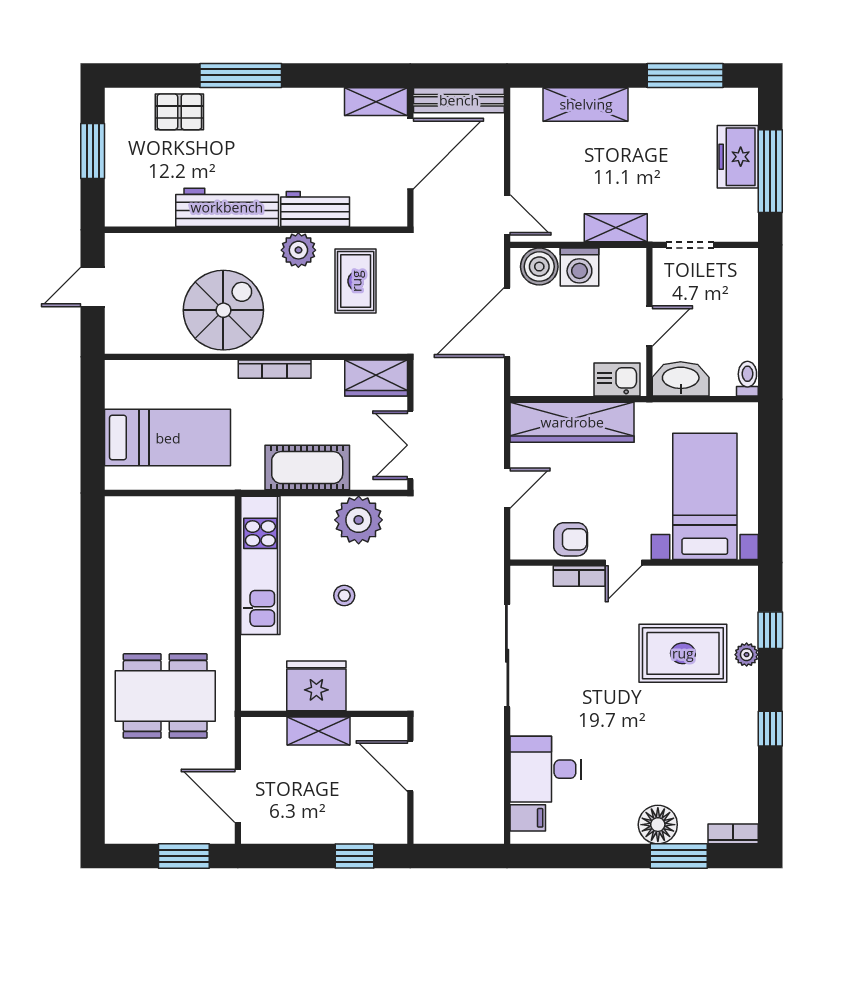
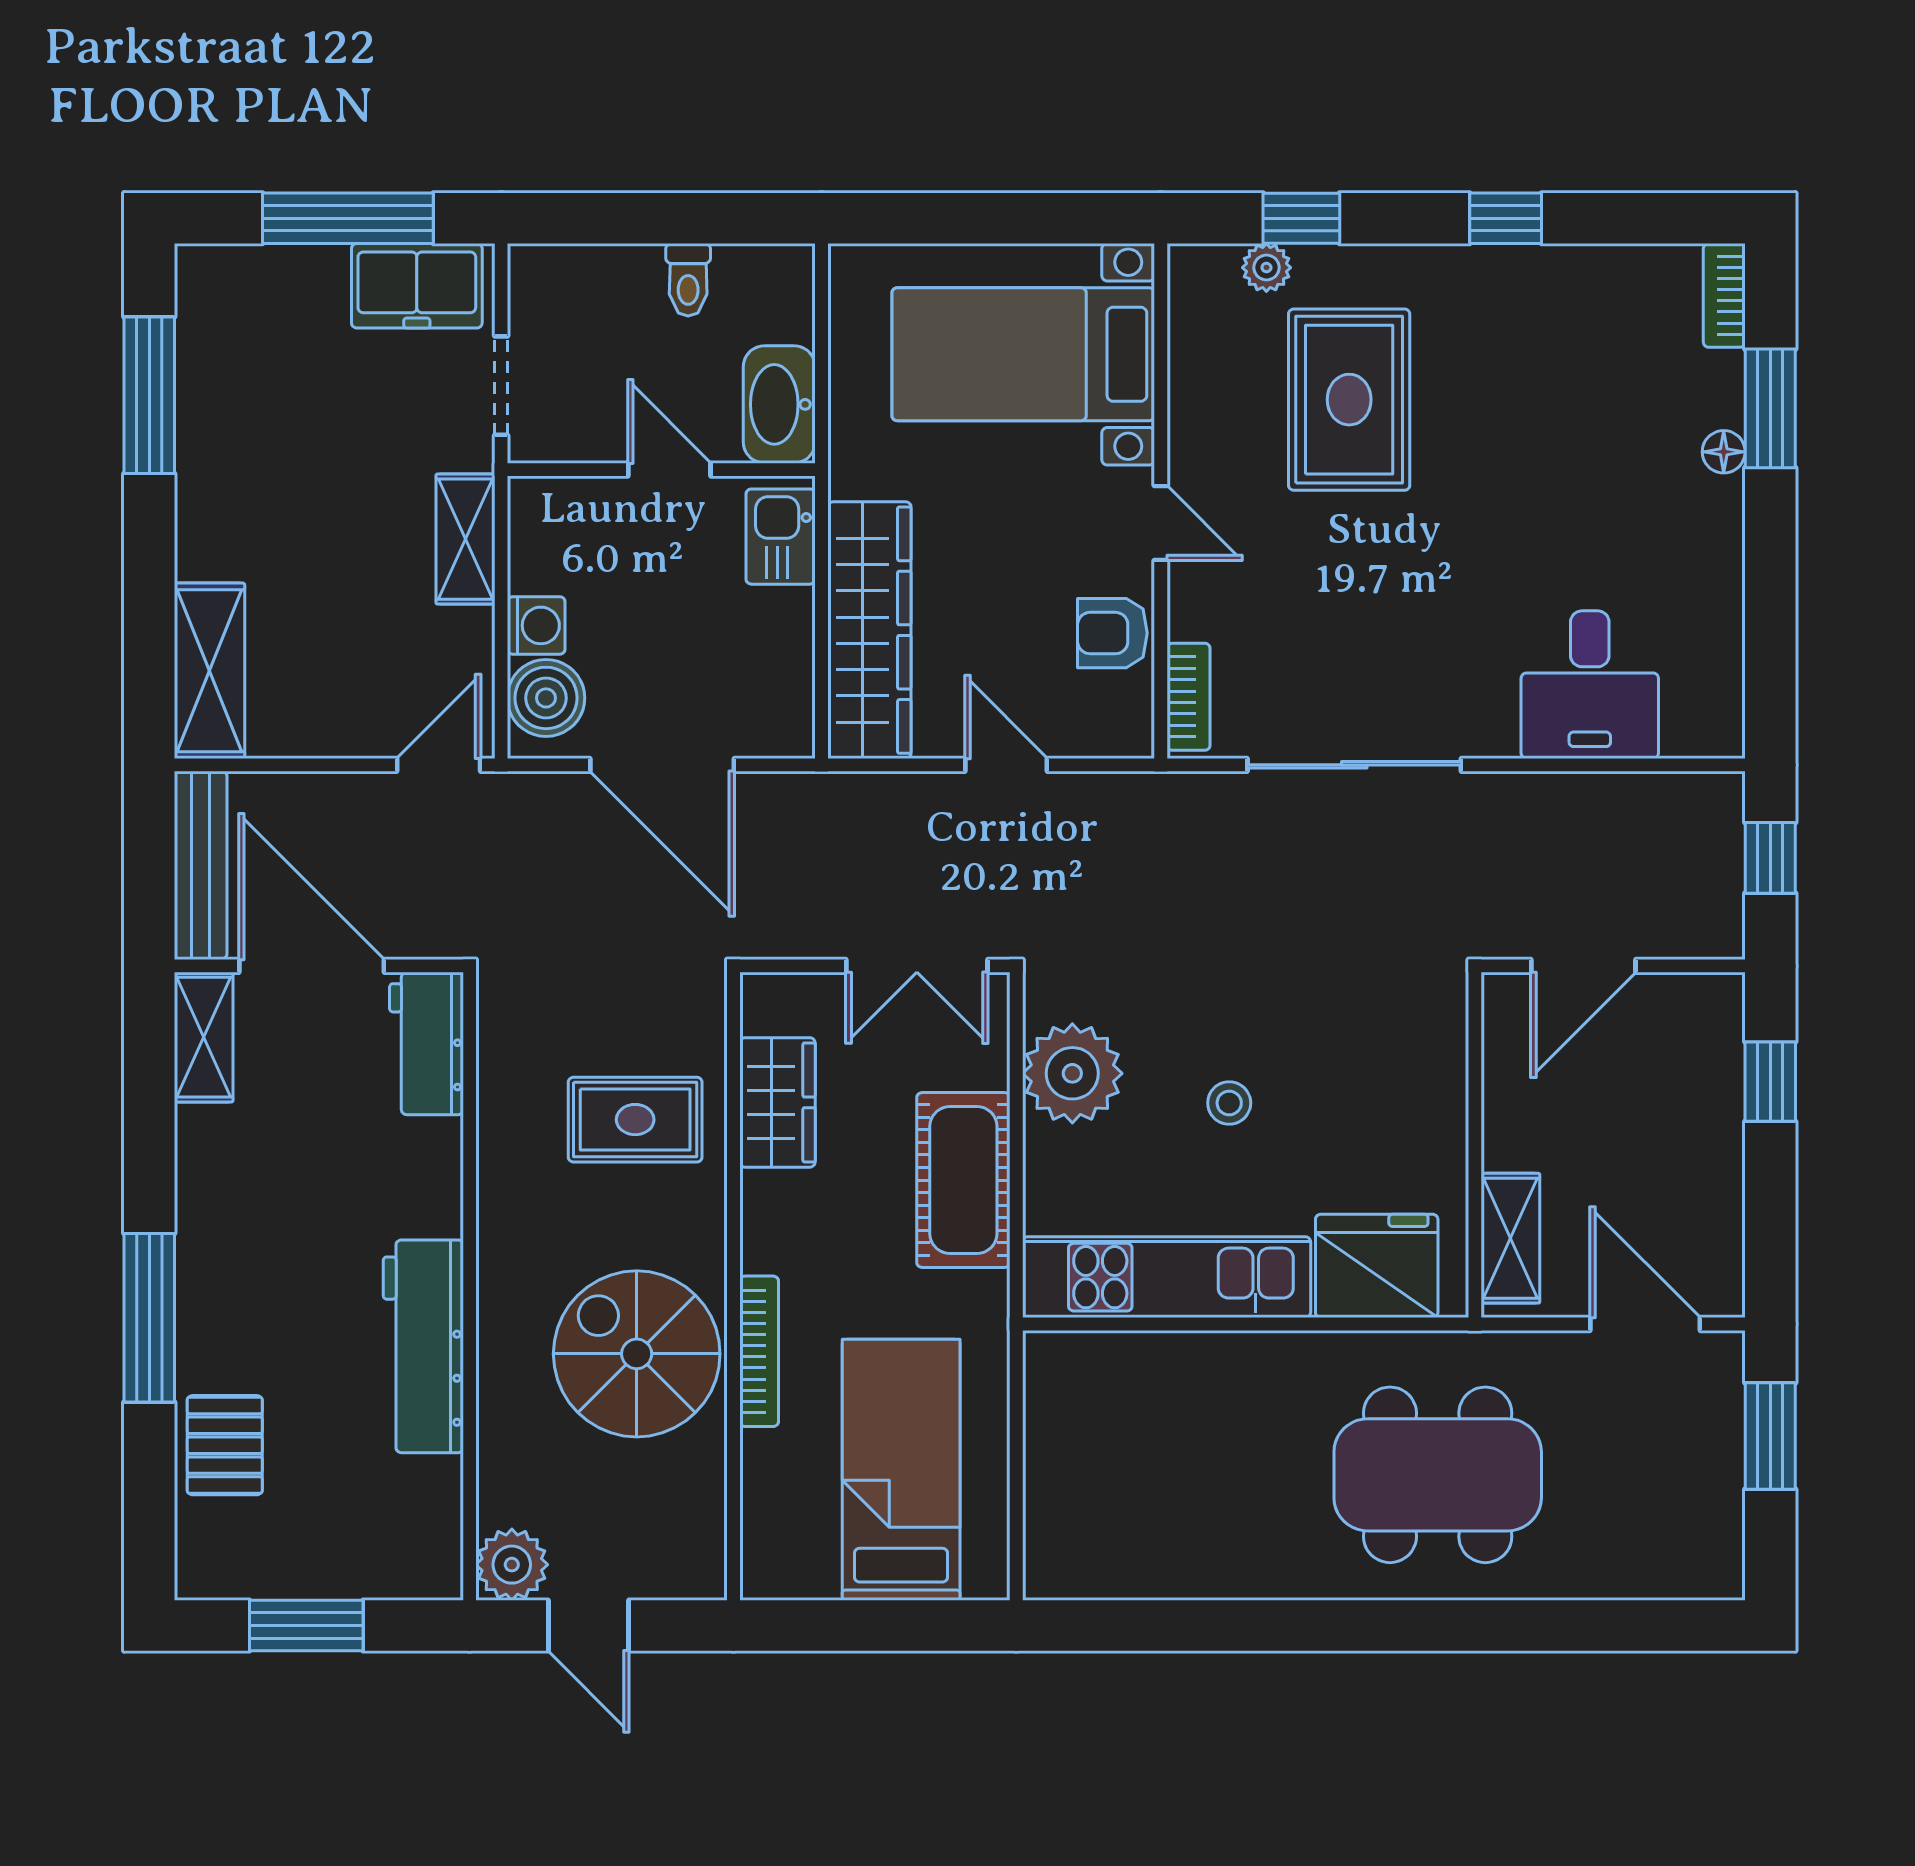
shelving: (586, 104) -> (209, 671), moved
freezer: (738, 157) -> (417, 286), moved
workbench: (315, 209) -> (427, 1043), moved
plant: (298, 250) -> (512, 1565), moved
washing machine: (579, 267) -> (536, 625), width x0.73, depth x0.73
rug: (356, 281) -> (635, 1120), moved
bookcase: (275, 369) -> (759, 1351), moved
wardrobe: (376, 378) -> (777, 1102), moved
toilet: (747, 379) -> (688, 280), moved, turned -90
armchair: (571, 539) -> (1112, 633), turned -90
bookcase: (579, 576) -> (1188, 697), moved
plant: (747, 655) -> (1266, 268), moved
fridge: (316, 686) -> (1377, 1266), moved, turned 90
dining table: (165, 696) -> (1438, 1475), turned 90
shelving: (318, 731) -> (1510, 1238), moved
door: (238, 796) -> (1645, 1324), swing flipped
filing cabinet: (528, 818) -> (1691, 722), removed
floor lamp: (658, 825) -> (1724, 452), width x0.53, depth x0.53
window: (462, 856) -> (1770, 858), added

